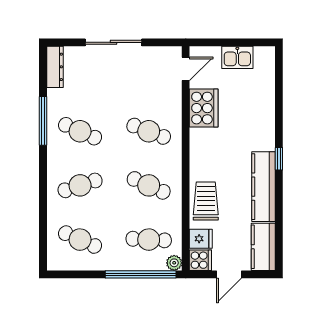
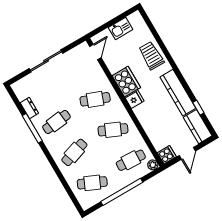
dresser: (55, 67) -> (29, 108), moved, width x0.70
cooker: (204, 108) -> (126, 82), moved
cafe table: (80, 131) -> (56, 122), turned -30
window: (279, 159) -> (198, 108), moved
trolley: (206, 201) -> (151, 56), moved
fridge: (201, 239) -> (135, 100), moved
window: (141, 274) -> (122, 192), moved

